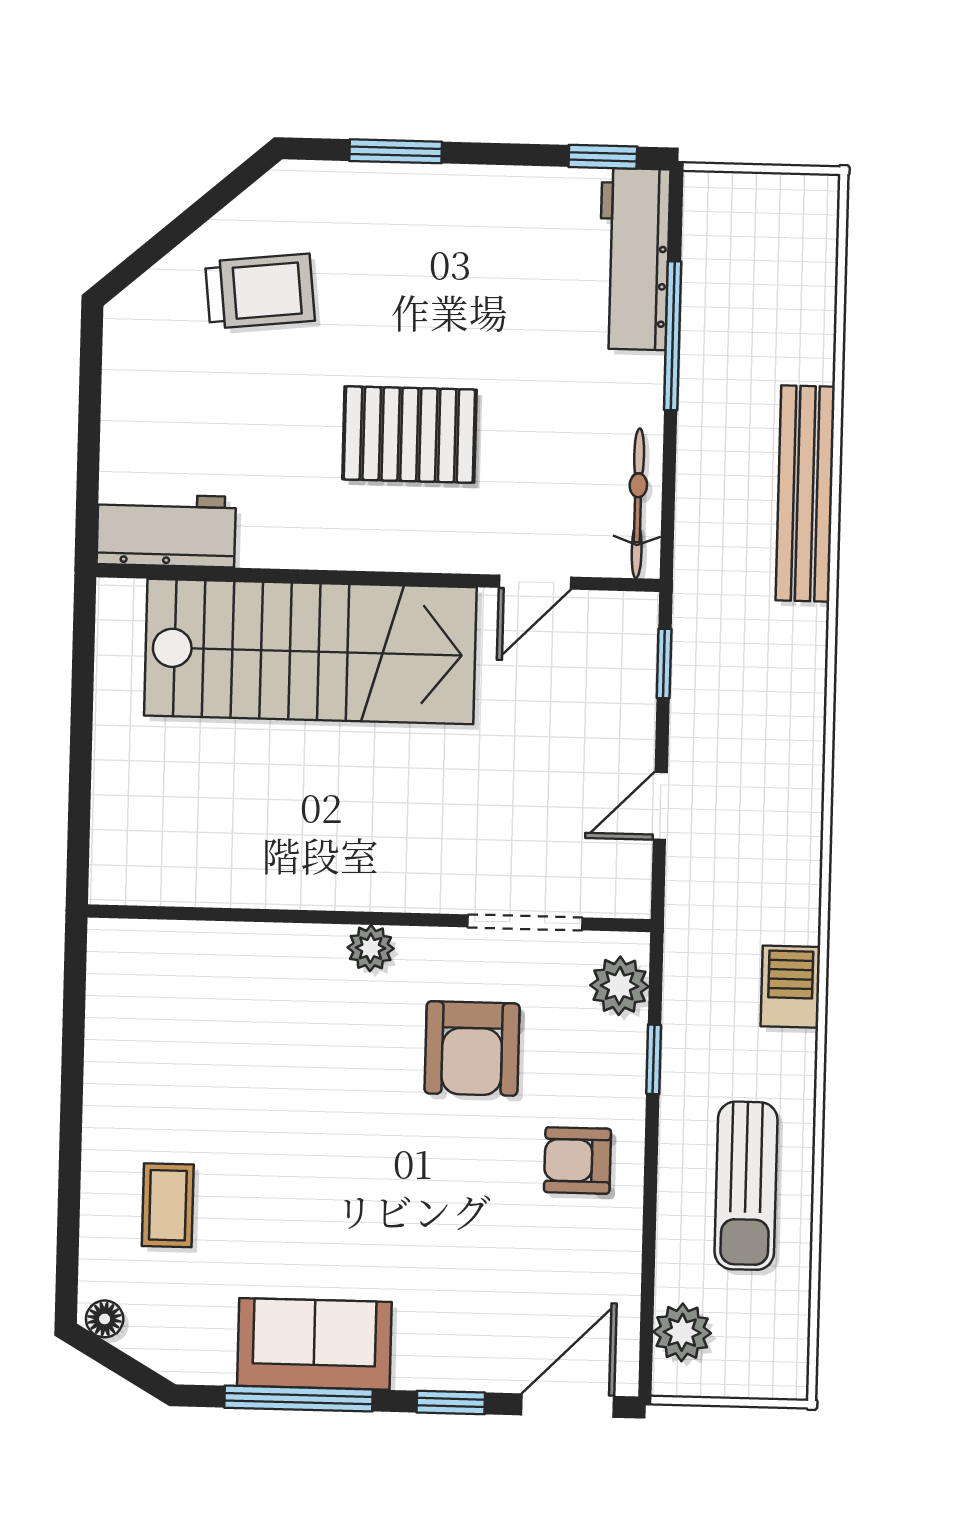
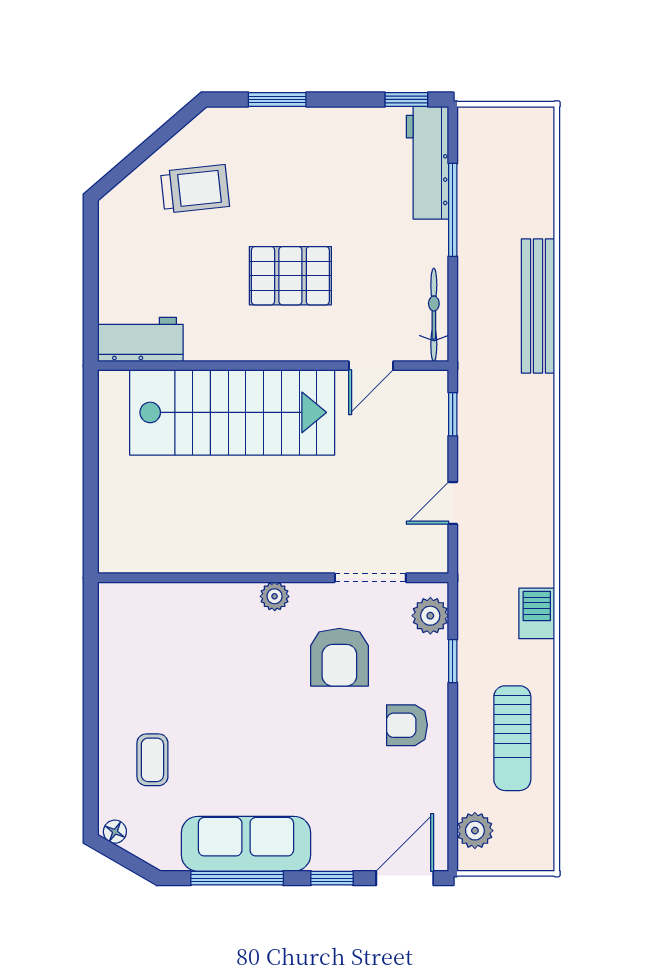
sofa: (314, 1344) -> (246, 844), width x1.36

